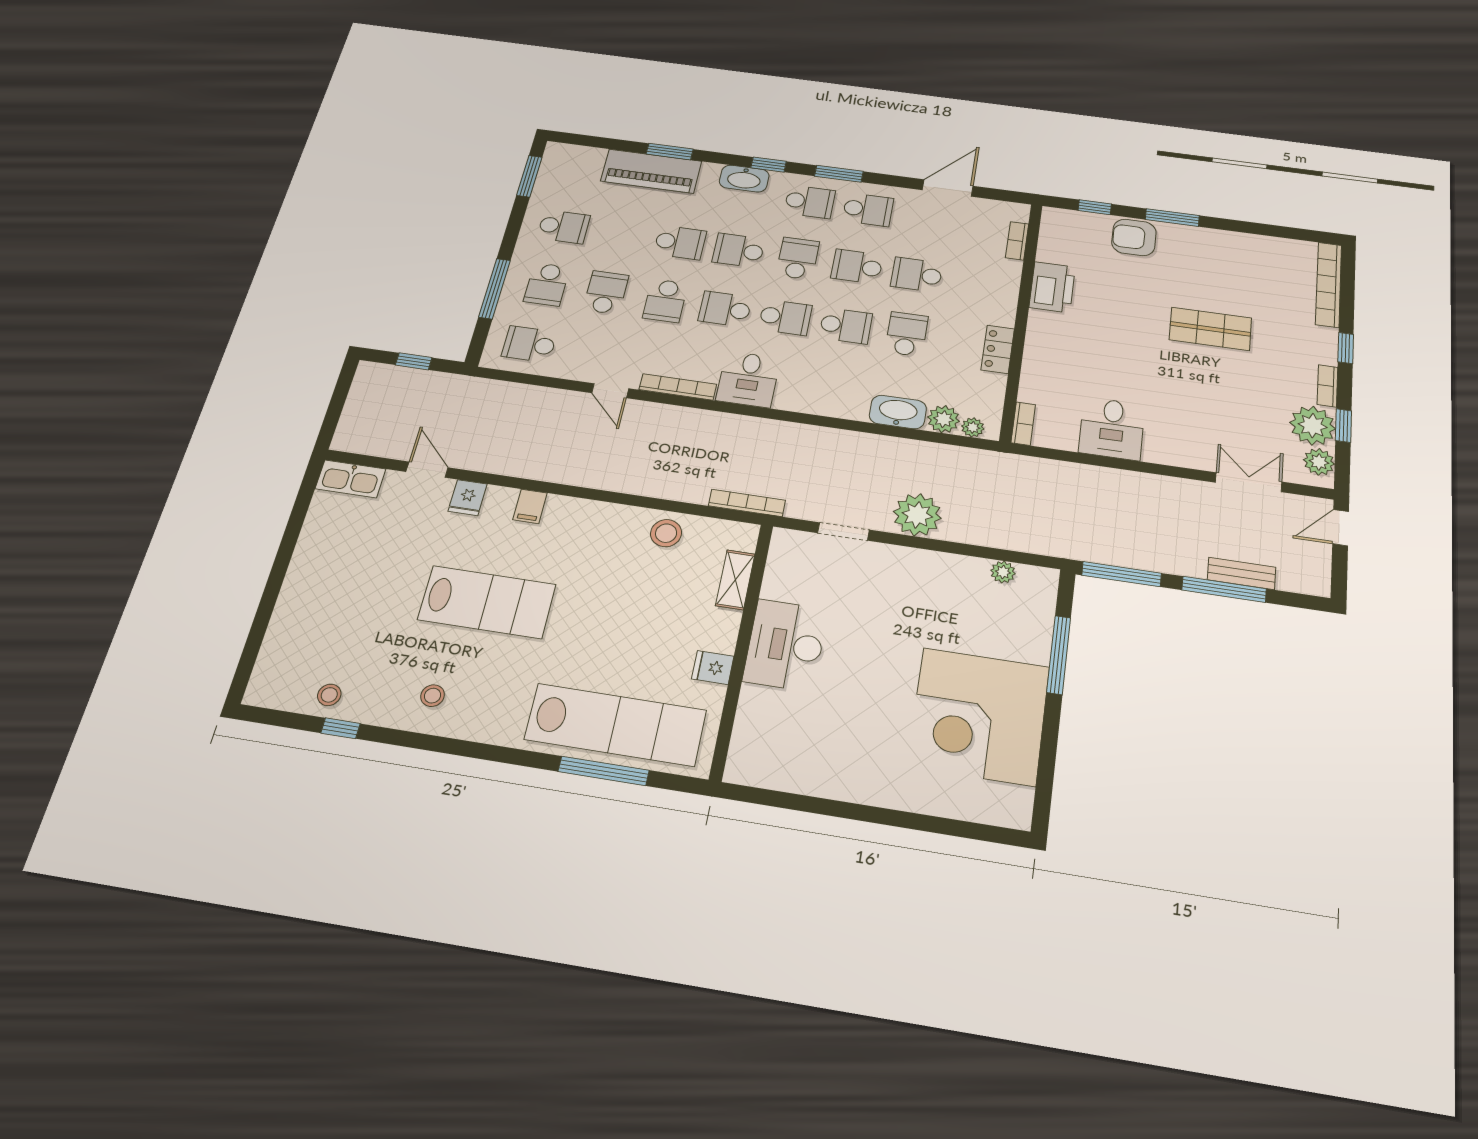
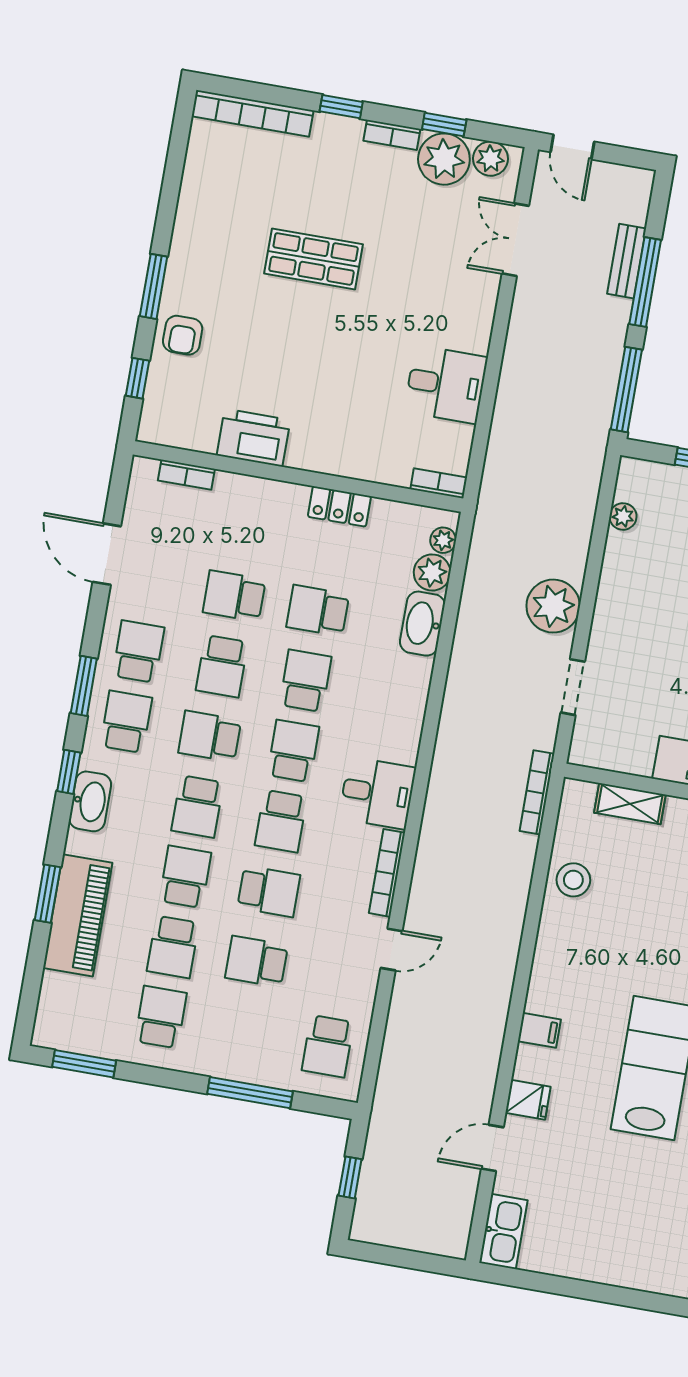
armchair: (1134, 237) -> (183, 335), width x0.72, depth x0.72
school desk: (917, 275) -> (234, 596), turned 90
school desk: (547, 284) -> (173, 947), moved, turned 90
shop shelf: (1210, 329) -> (314, 259), turned 90

